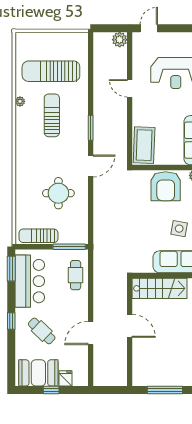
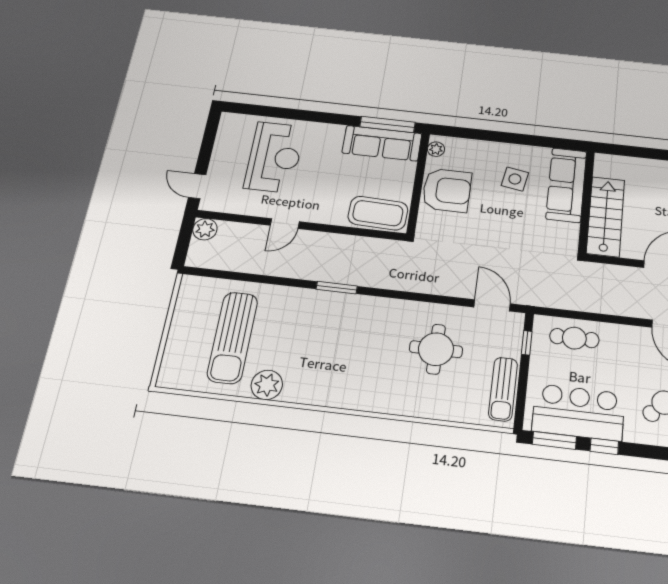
plant: (20, 101) -> (267, 385), width x1.87, depth x1.87
sun lounger: (52, 115) -> (306, 345), removed
door: (91, 166) -> (492, 305), moved
window: (69, 247) -> (527, 343), width x0.46
window: (11, 321) -> (604, 446), moved

